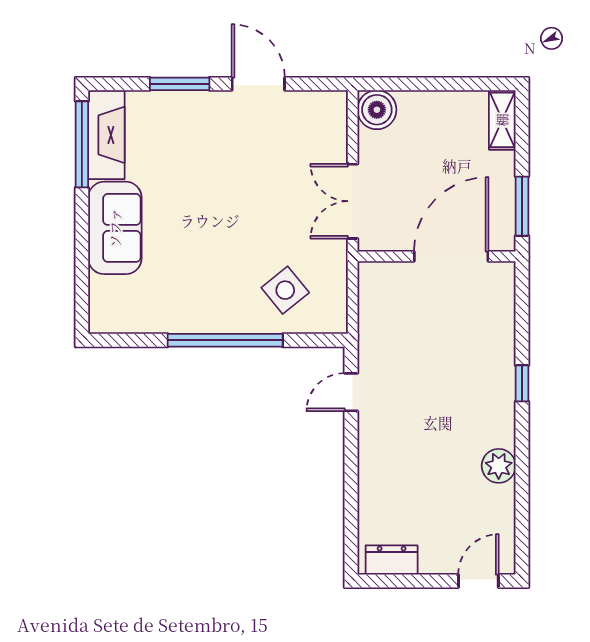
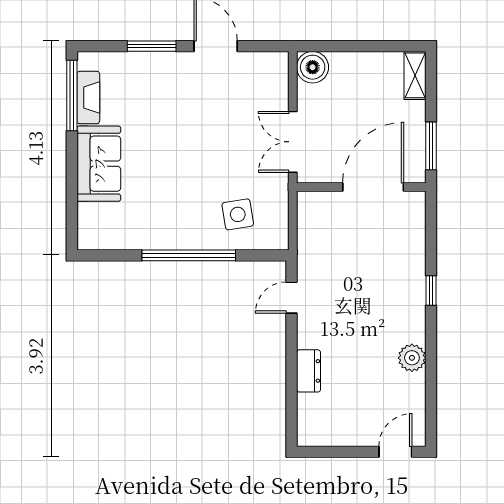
fireplace: (106, 135) -> (88, 98), width x0.73, depth x0.76
side table: (285, 290) -> (238, 214), turned 30
dresser: (392, 560) -> (309, 371), moved, turned 90

